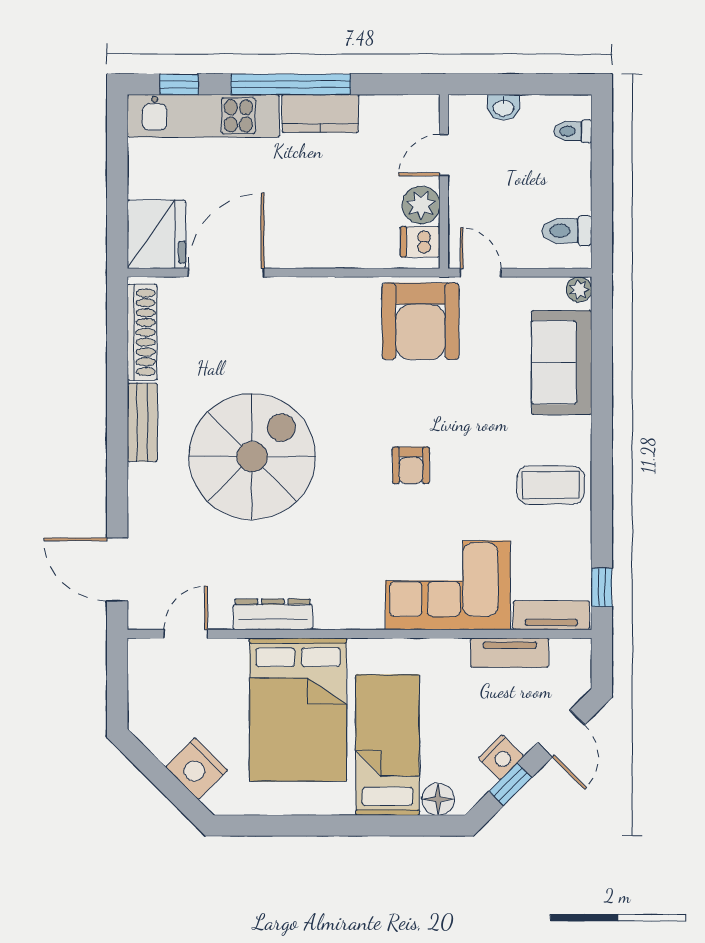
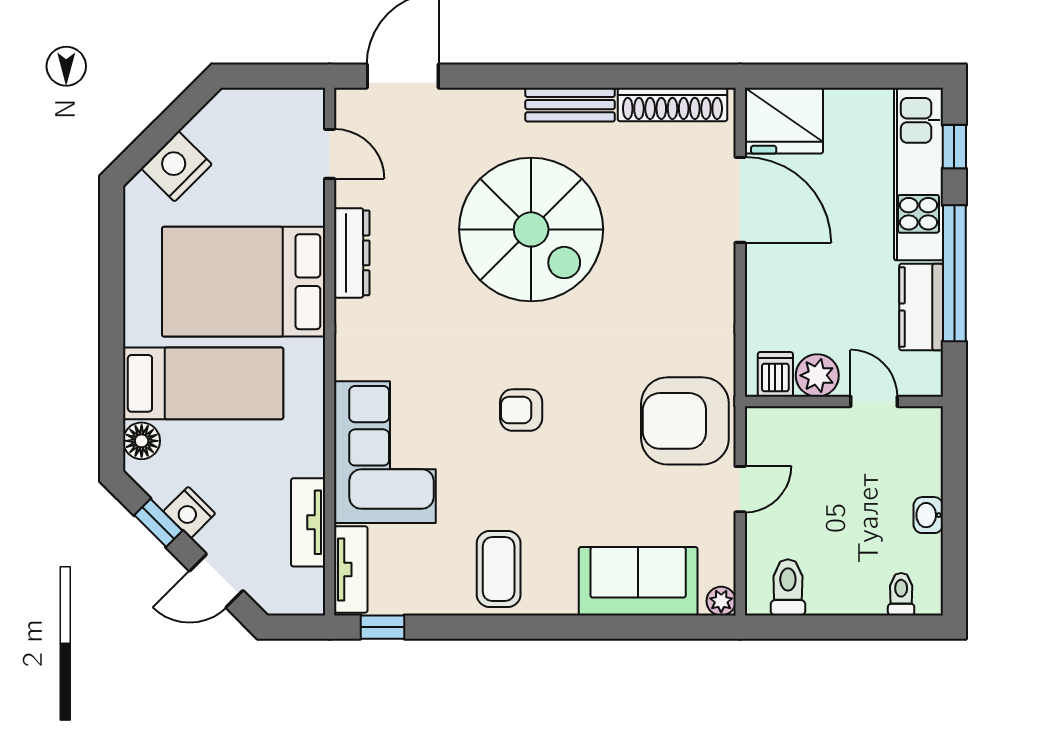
door: (444, 155) -> (874, 401), moved
wall: (444, 182) -> (844, 401), moved
plant: (421, 205) -> (817, 375), moved
dishwasher: (420, 242) -> (775, 374), moved

